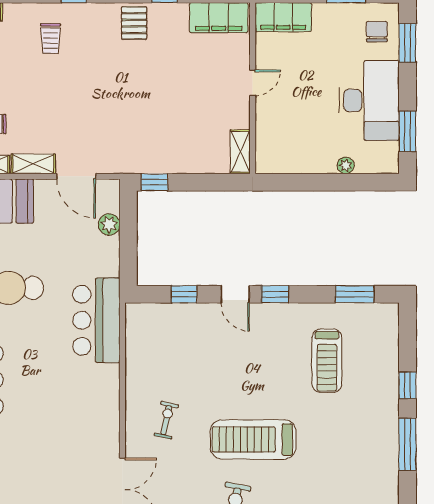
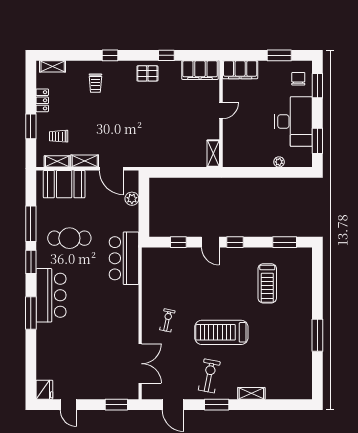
pallet: (134, 23) -> (147, 73), turned 90
window: (154, 182) -> (160, 172), removed
window: (407, 385) -> (317, 299), removed

